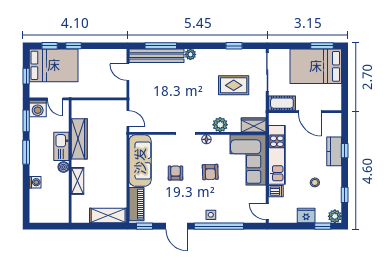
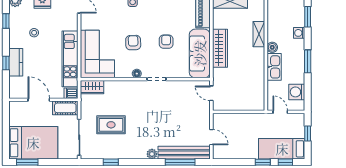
bed: (54, 65) -> (282, 149), width x0.67
washing machine: (38, 109) -> (297, 92), moved, turned -90
window: (26, 121) -> (308, 17), moved
plant: (220, 125) -> (124, 87), removed
wardrobe: (79, 139) -> (220, 48), moved, turned 180
armchair: (175, 173) -> (166, 42), turned 180
dishwasher: (276, 191) -> (71, 93), moved

